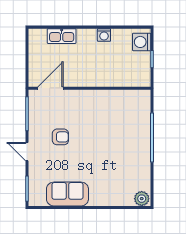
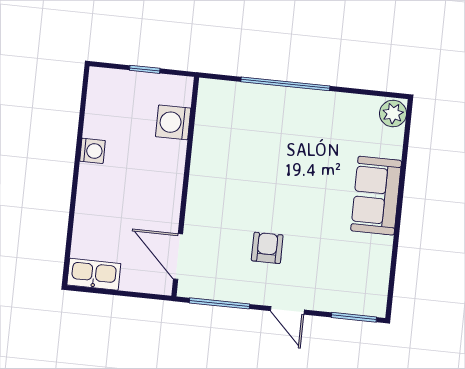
kitchen sink: (62, 36) -> (94, 274), moved, turned -90
washing machine: (142, 42) -> (173, 122), moved, turned 90
door: (27, 152) -> (287, 310), hinge flipped
sofa: (67, 194) -> (376, 196), moved

